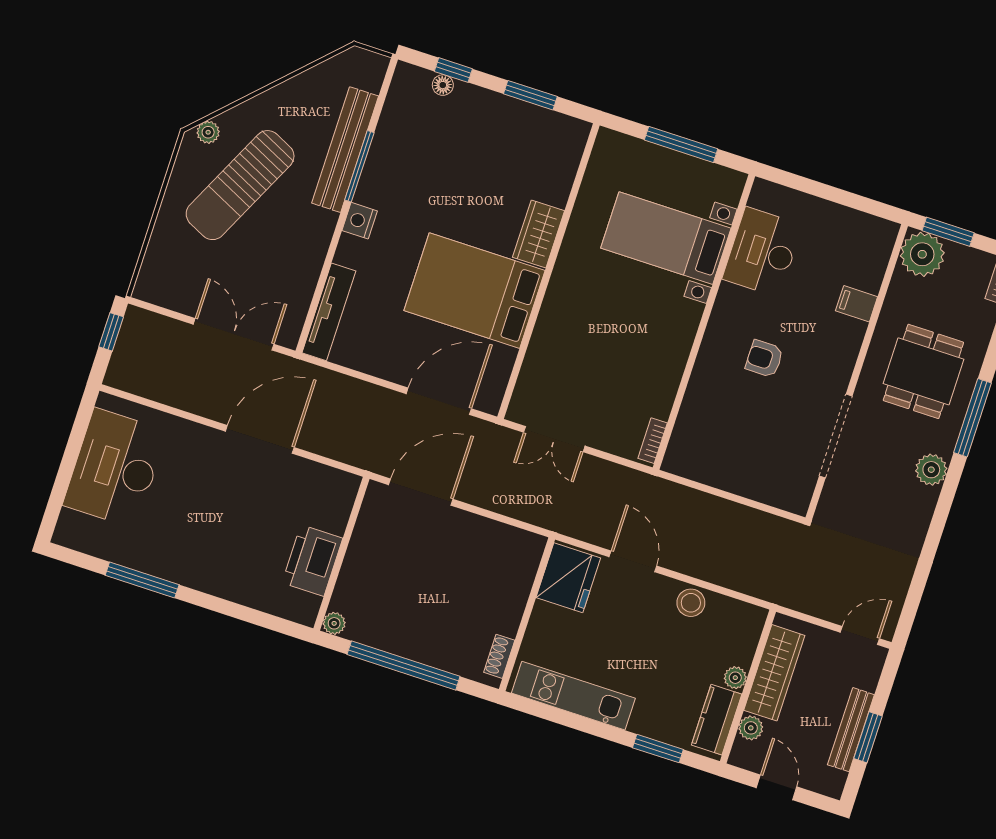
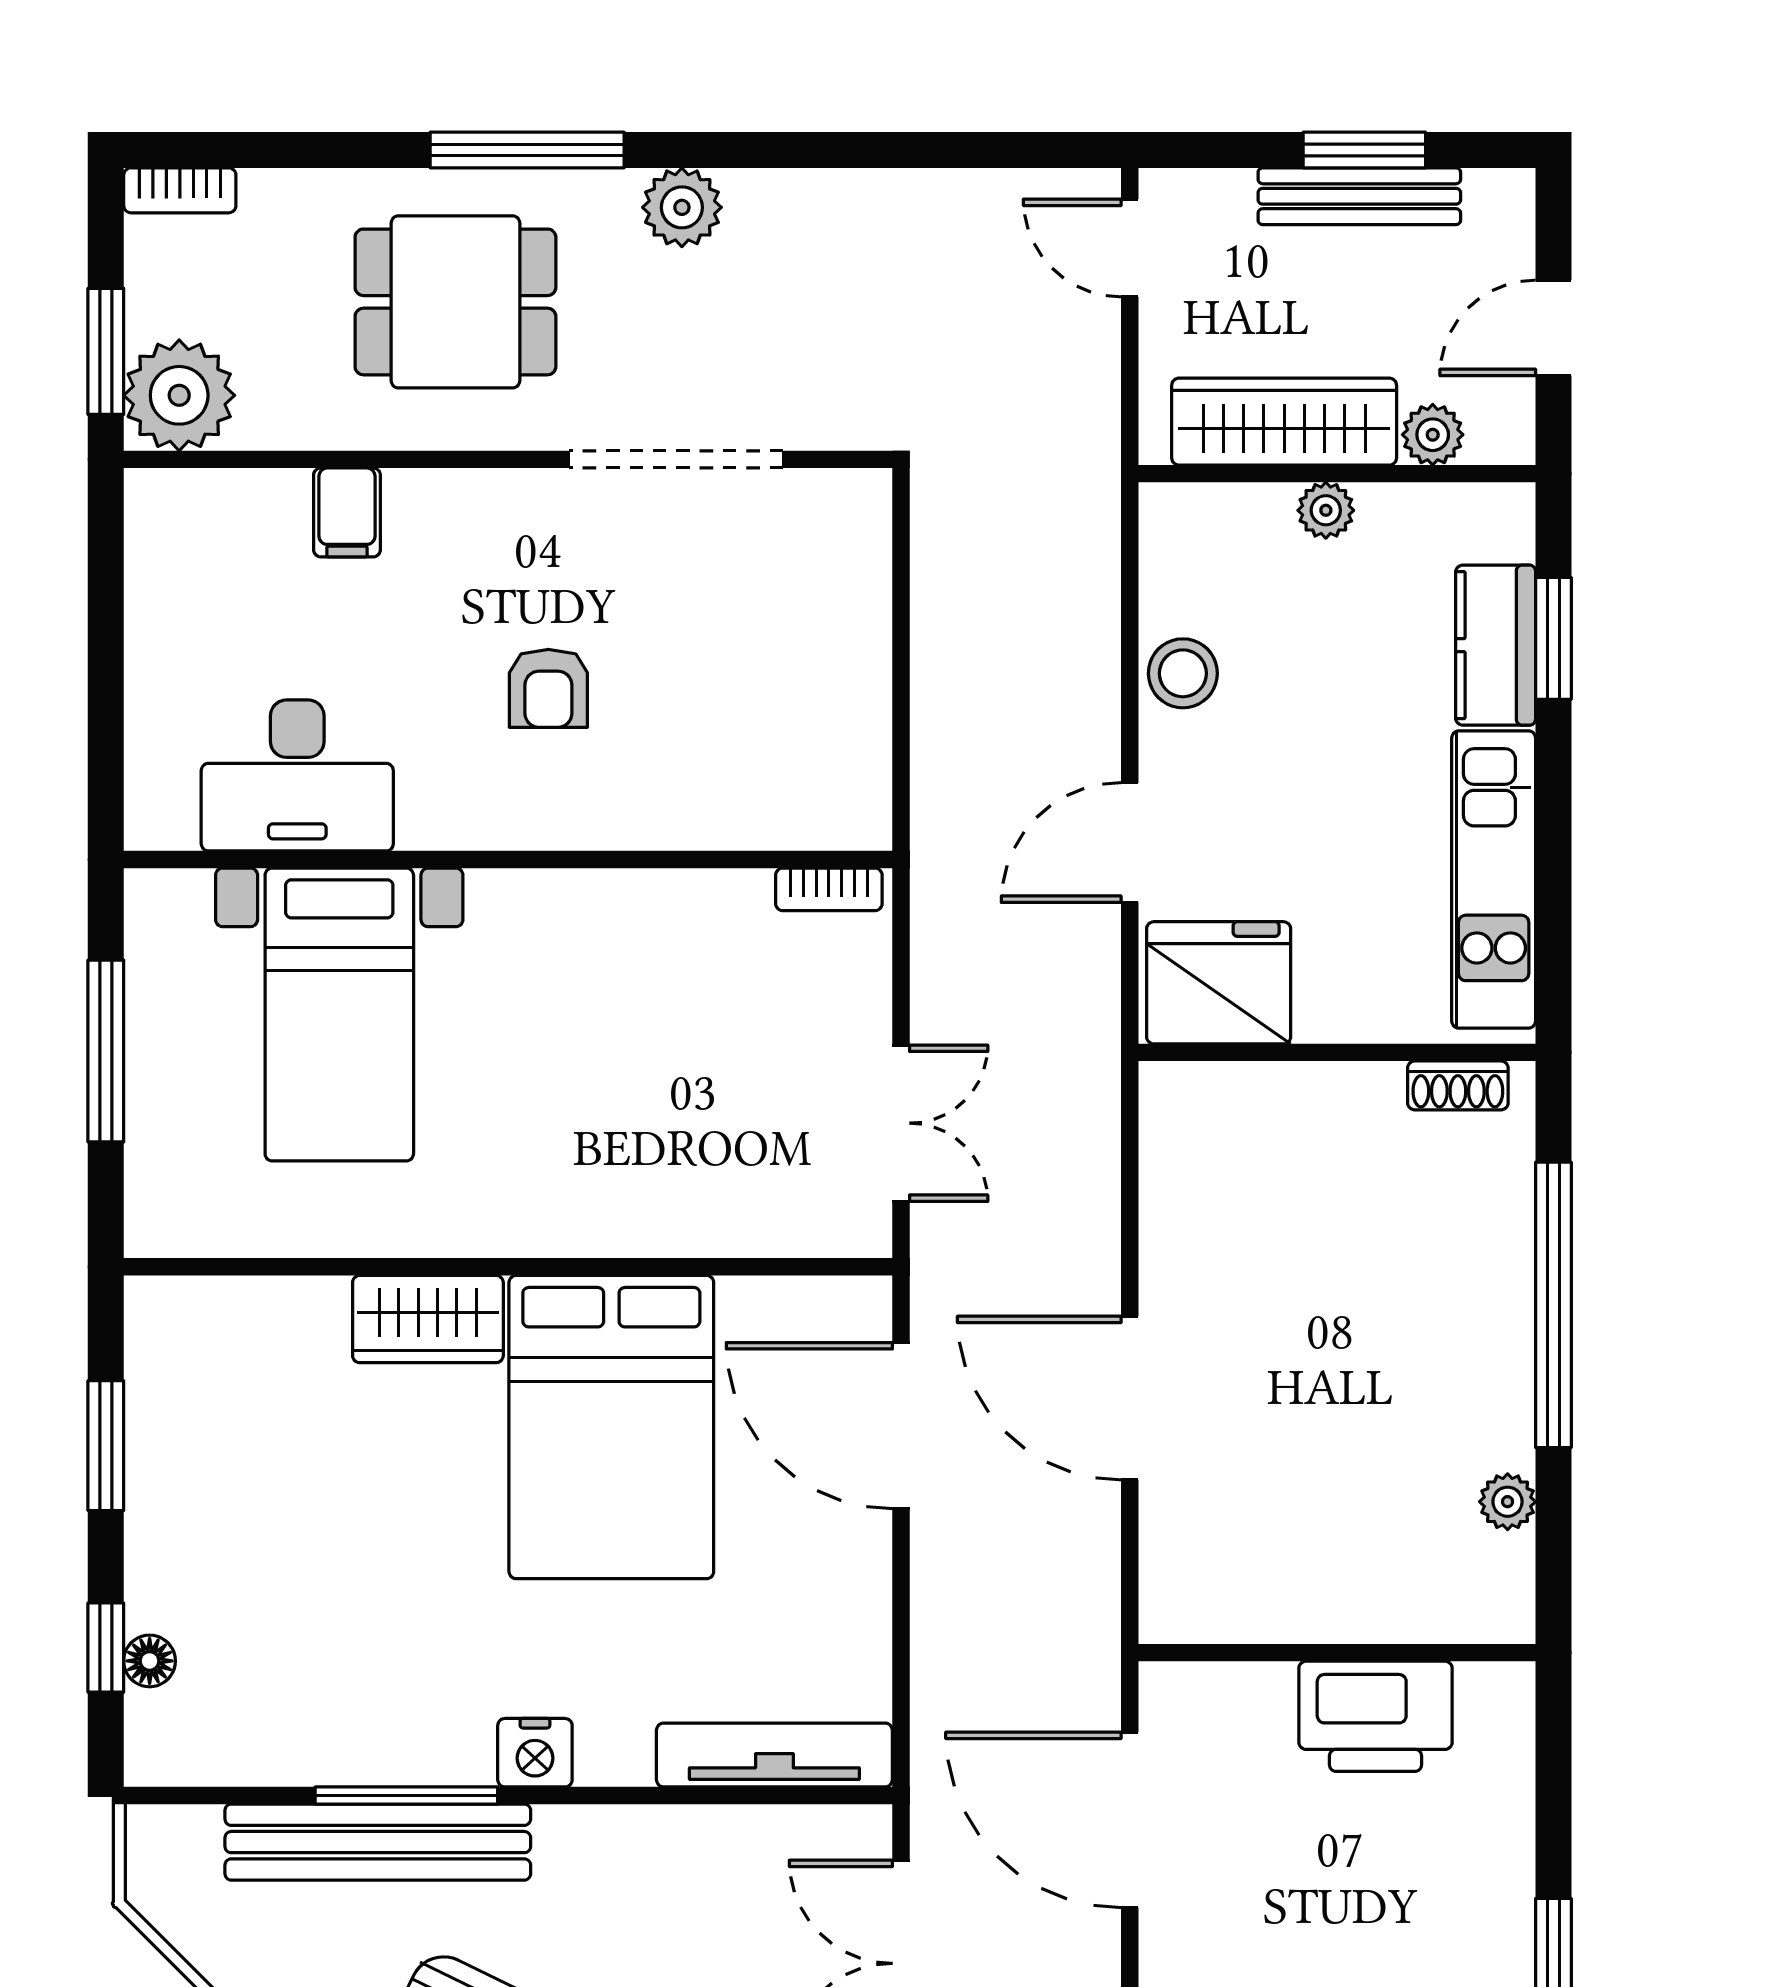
wall: (341, 554) -> (1337, 1653), moved
printer: (312, 560) -> (1376, 1716), moved
kitchen counter: (717, 720) -> (1496, 645), moved, turned 90

